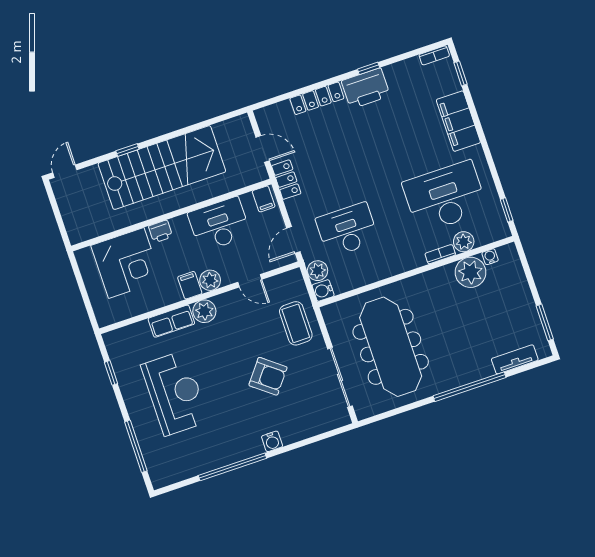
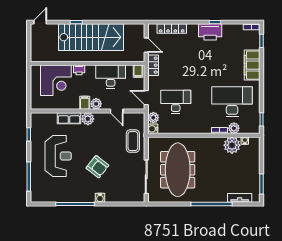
locker: (317, 98) -> (172, 29), moved
door: (293, 240) -> (146, 98), hinge flipped
armchair: (268, 376) -> (97, 167), moved

